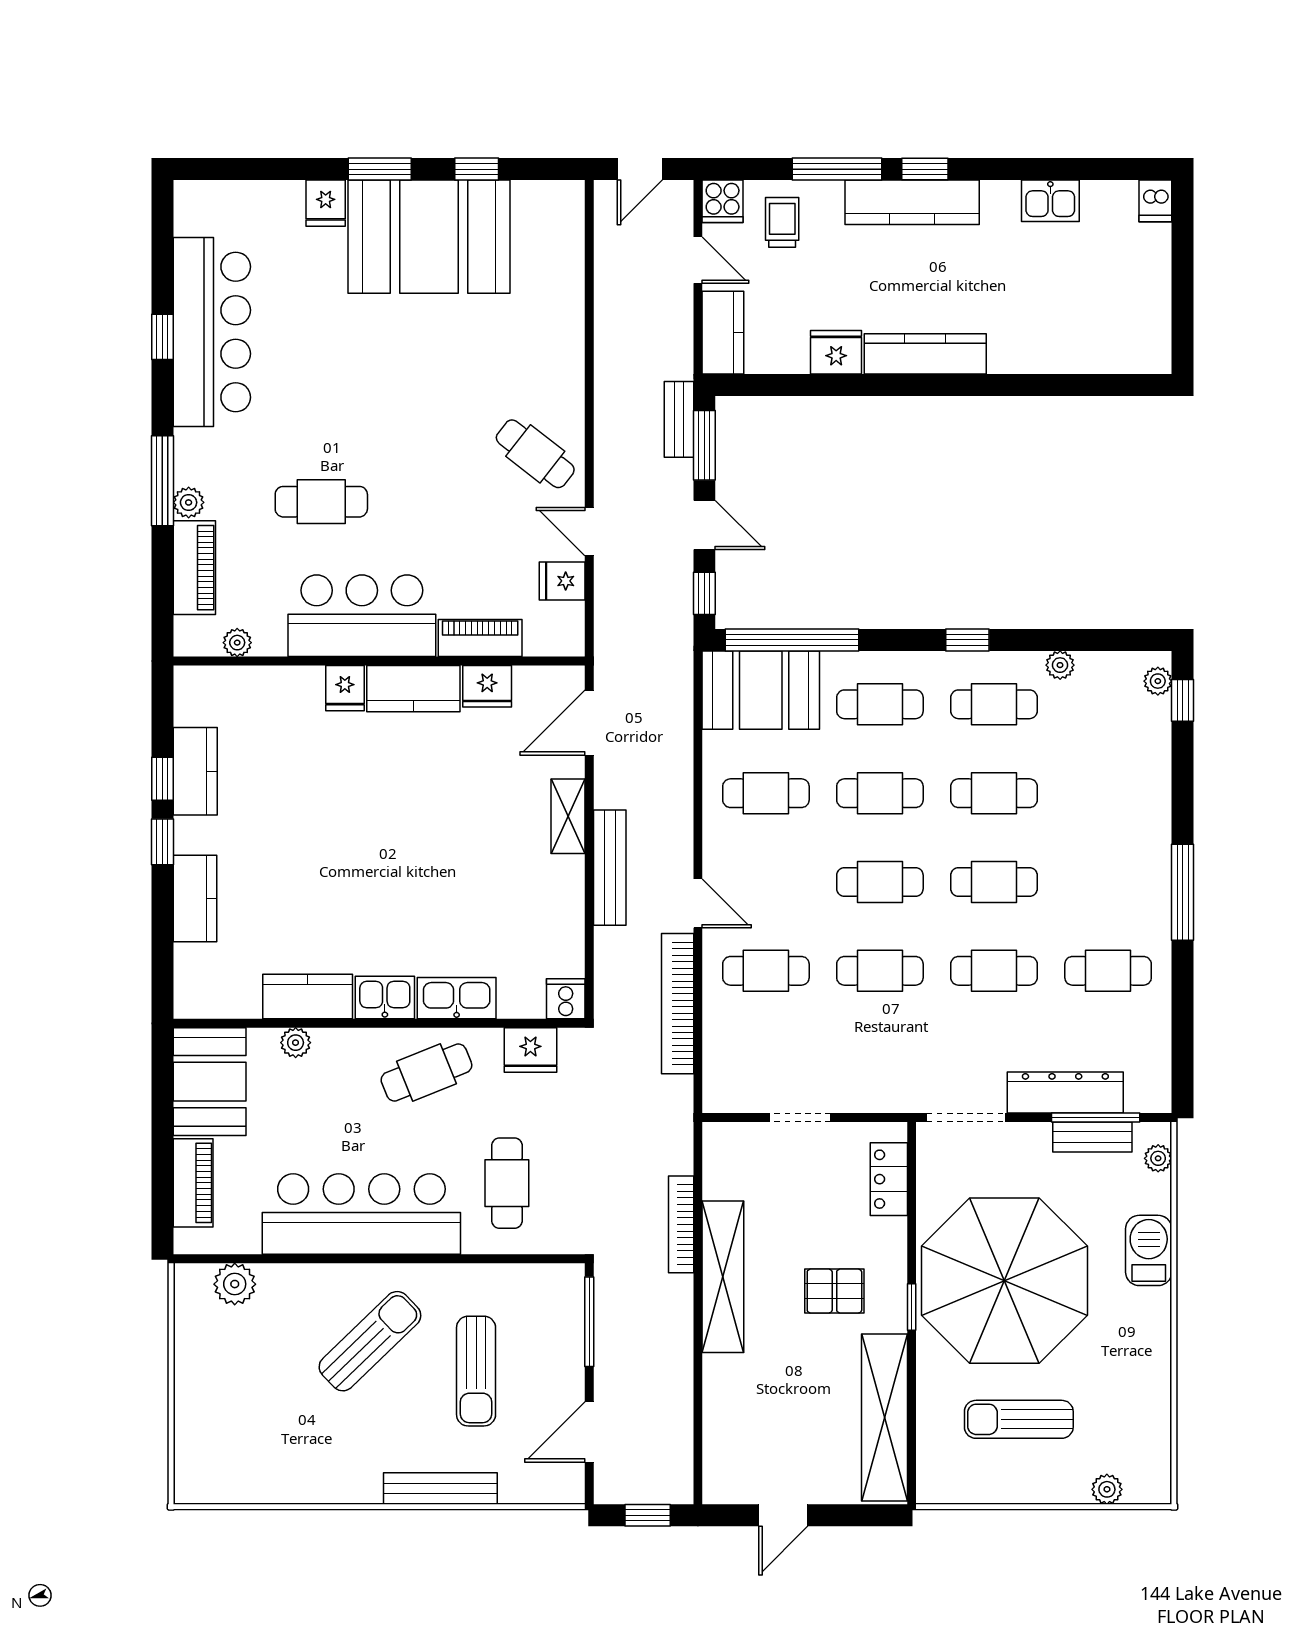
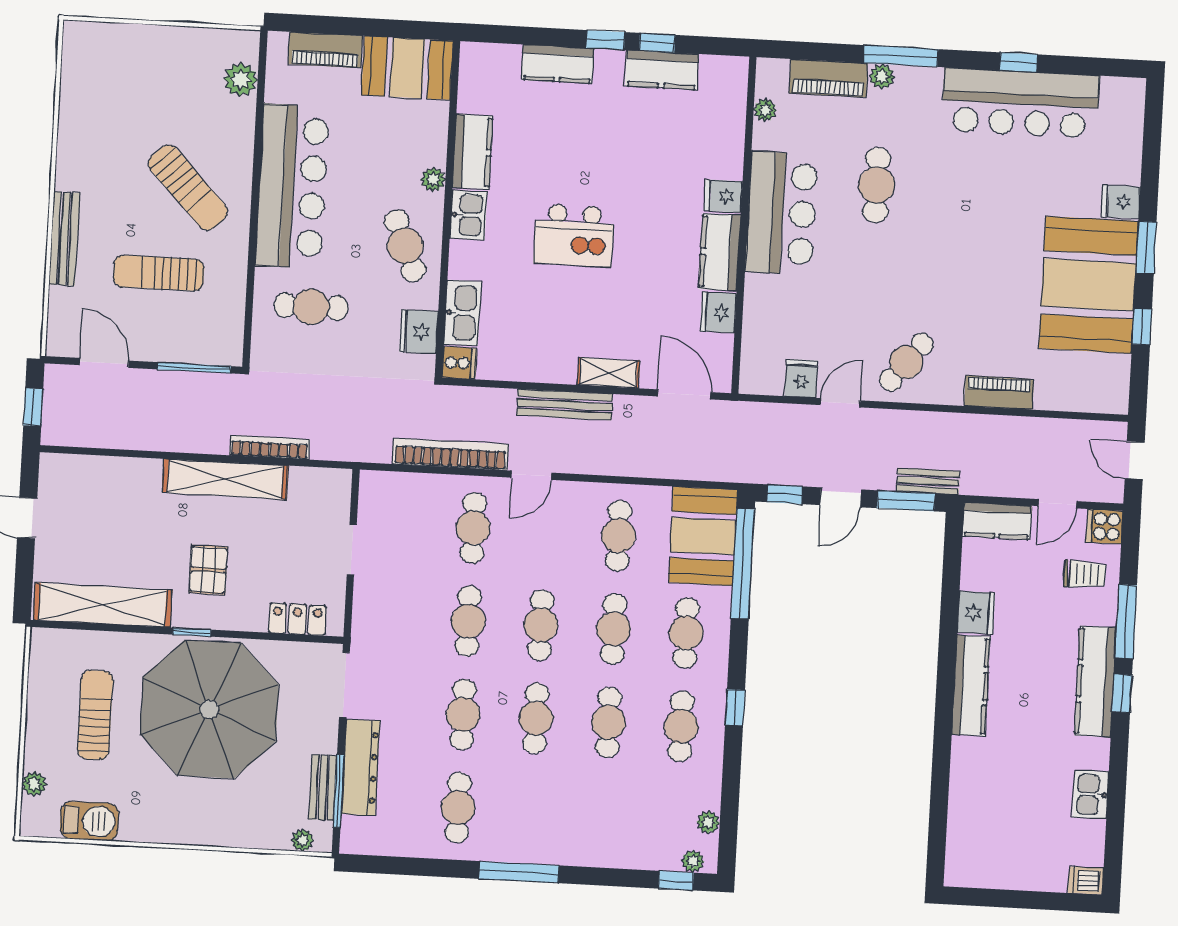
piano: (480, 638) -> (999, 393), moved, turned -90
plant: (1060, 665) -> (708, 822), moved
kitchen island: (403, 868) -> (574, 235), added
kitchen sink: (457, 998) -> (462, 313), moved
plant: (296, 1043) -> (433, 180), moved
barbecue: (1149, 1250) -> (89, 821), moved

